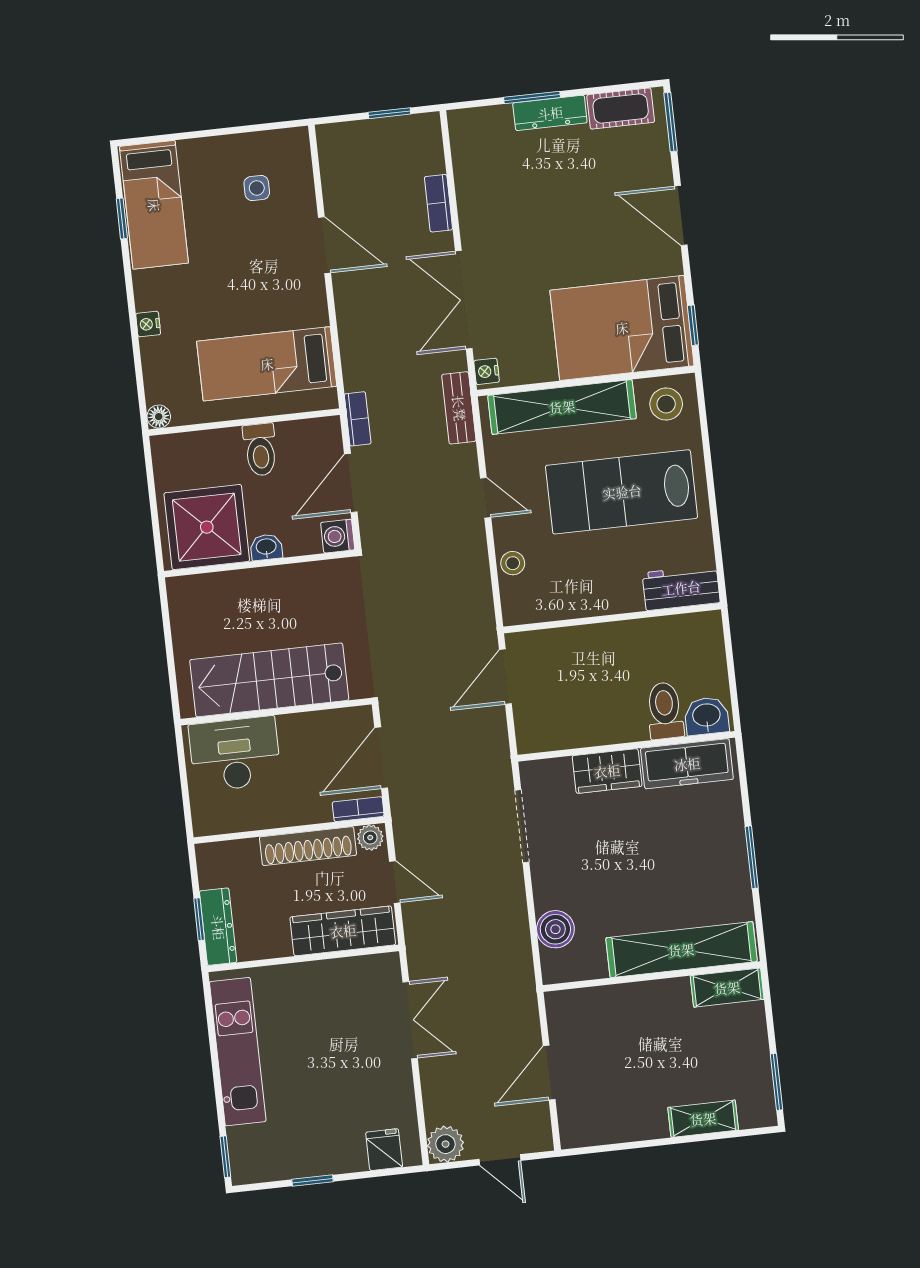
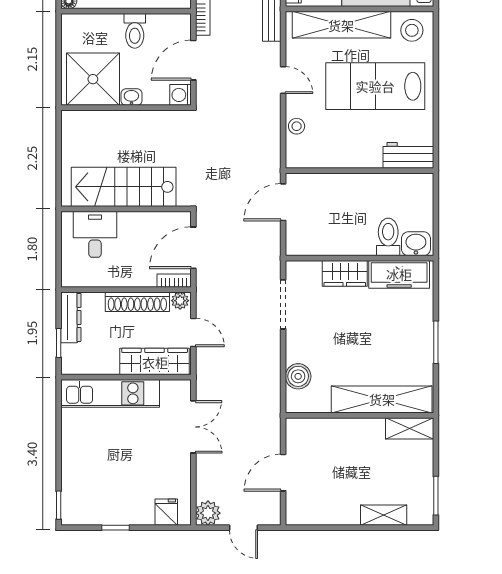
desk: (235, 754) -> (95, 234), width x0.73
dresser: (218, 927) -> (71, 317), moved
kitchen unit: (238, 1052) -> (110, 393), moved, turned 90

